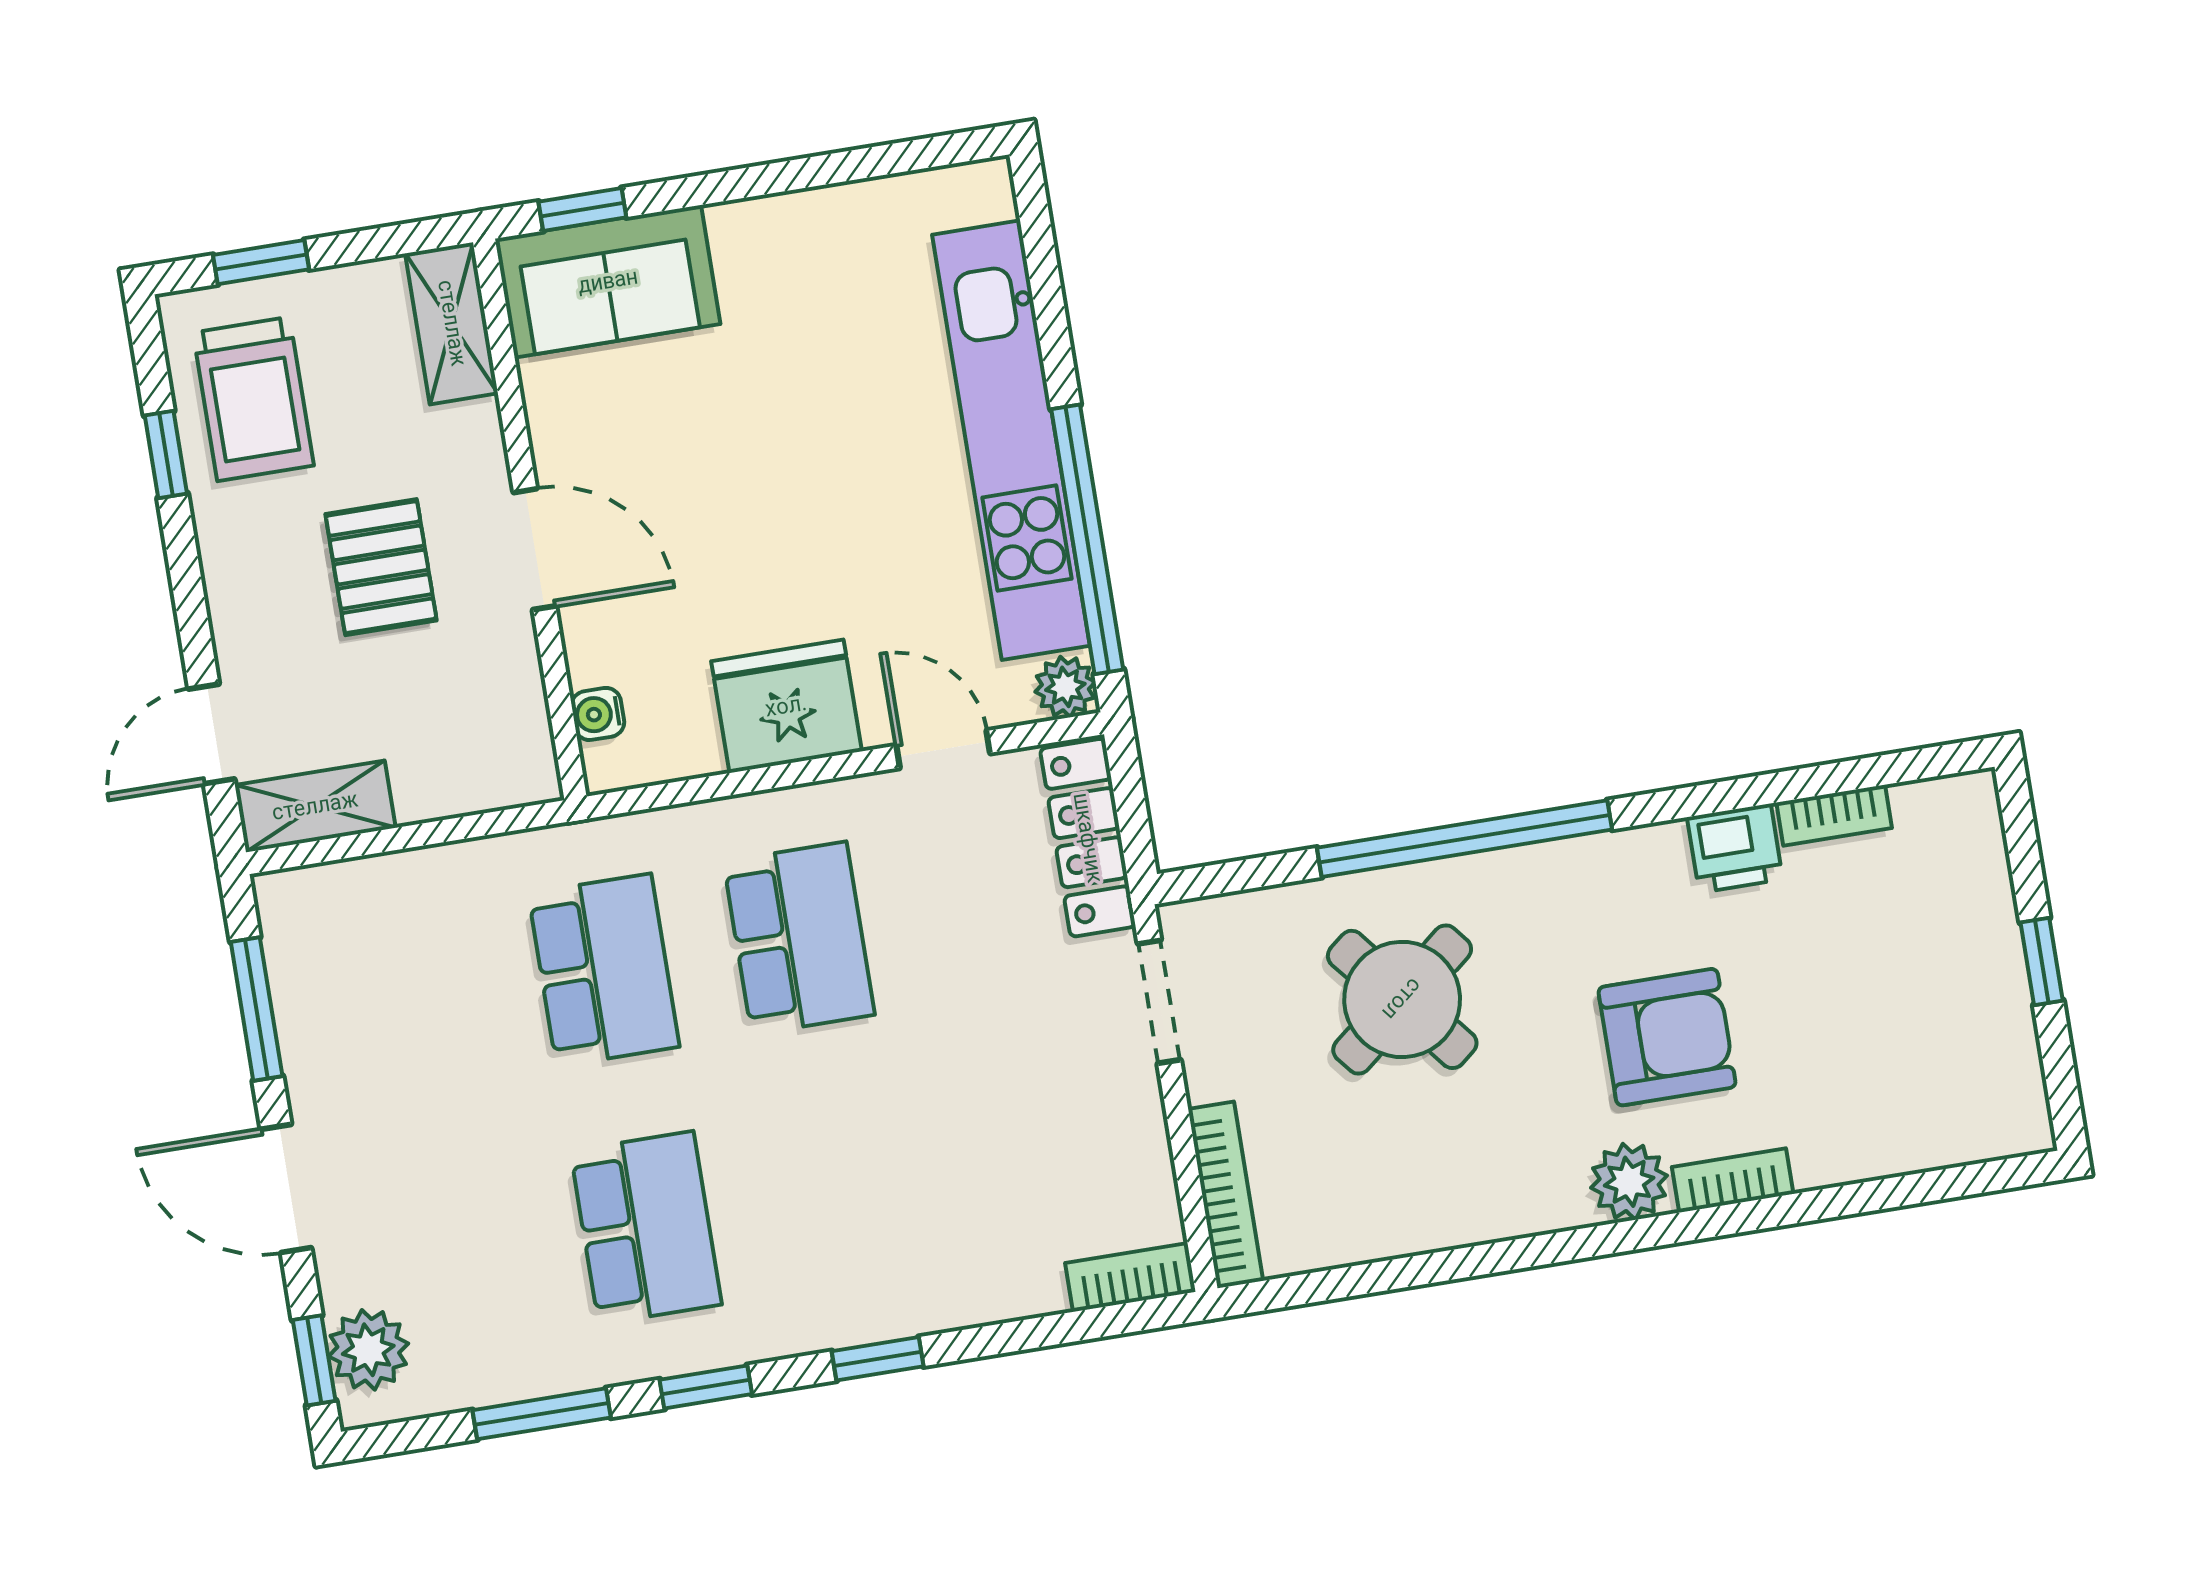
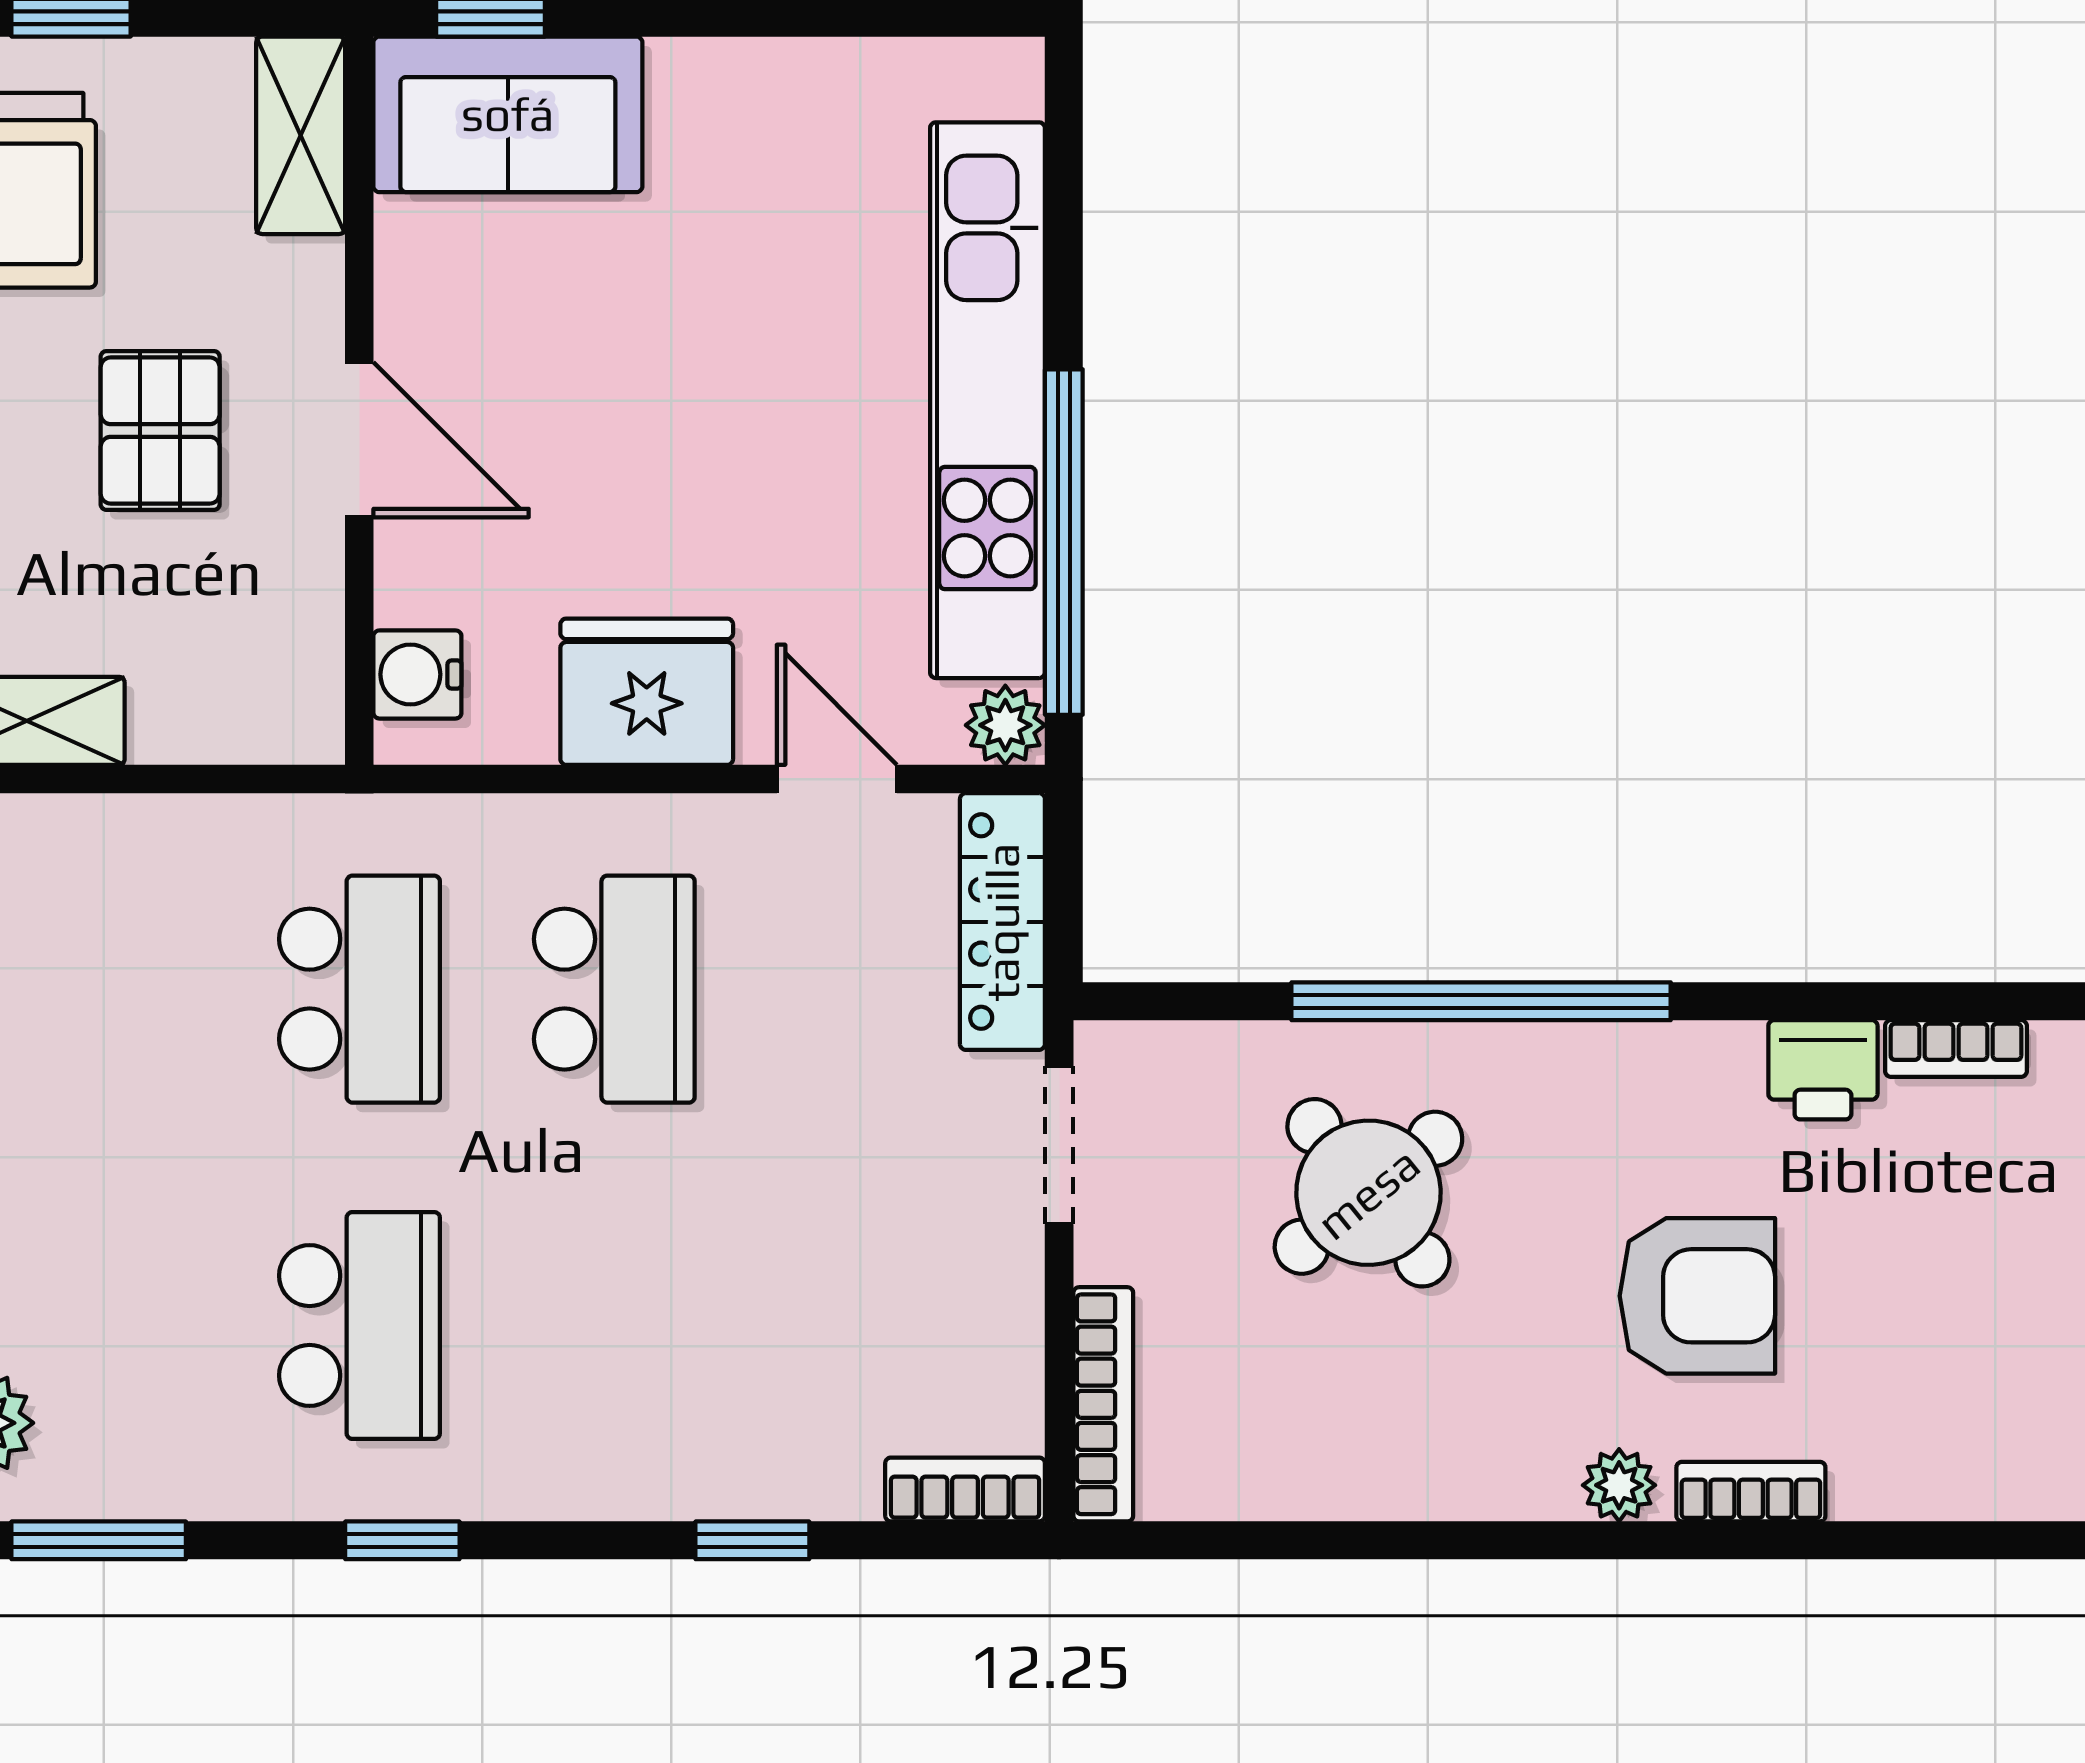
water cooler: (598, 714) -> (417, 674), width x1.38, depth x1.38
plant: (1629, 1182) -> (1619, 1485), width x0.73, depth x0.73
window: (878, 1359) -> (752, 1540), moved
window: (542, 1414) -> (99, 1540), moved

